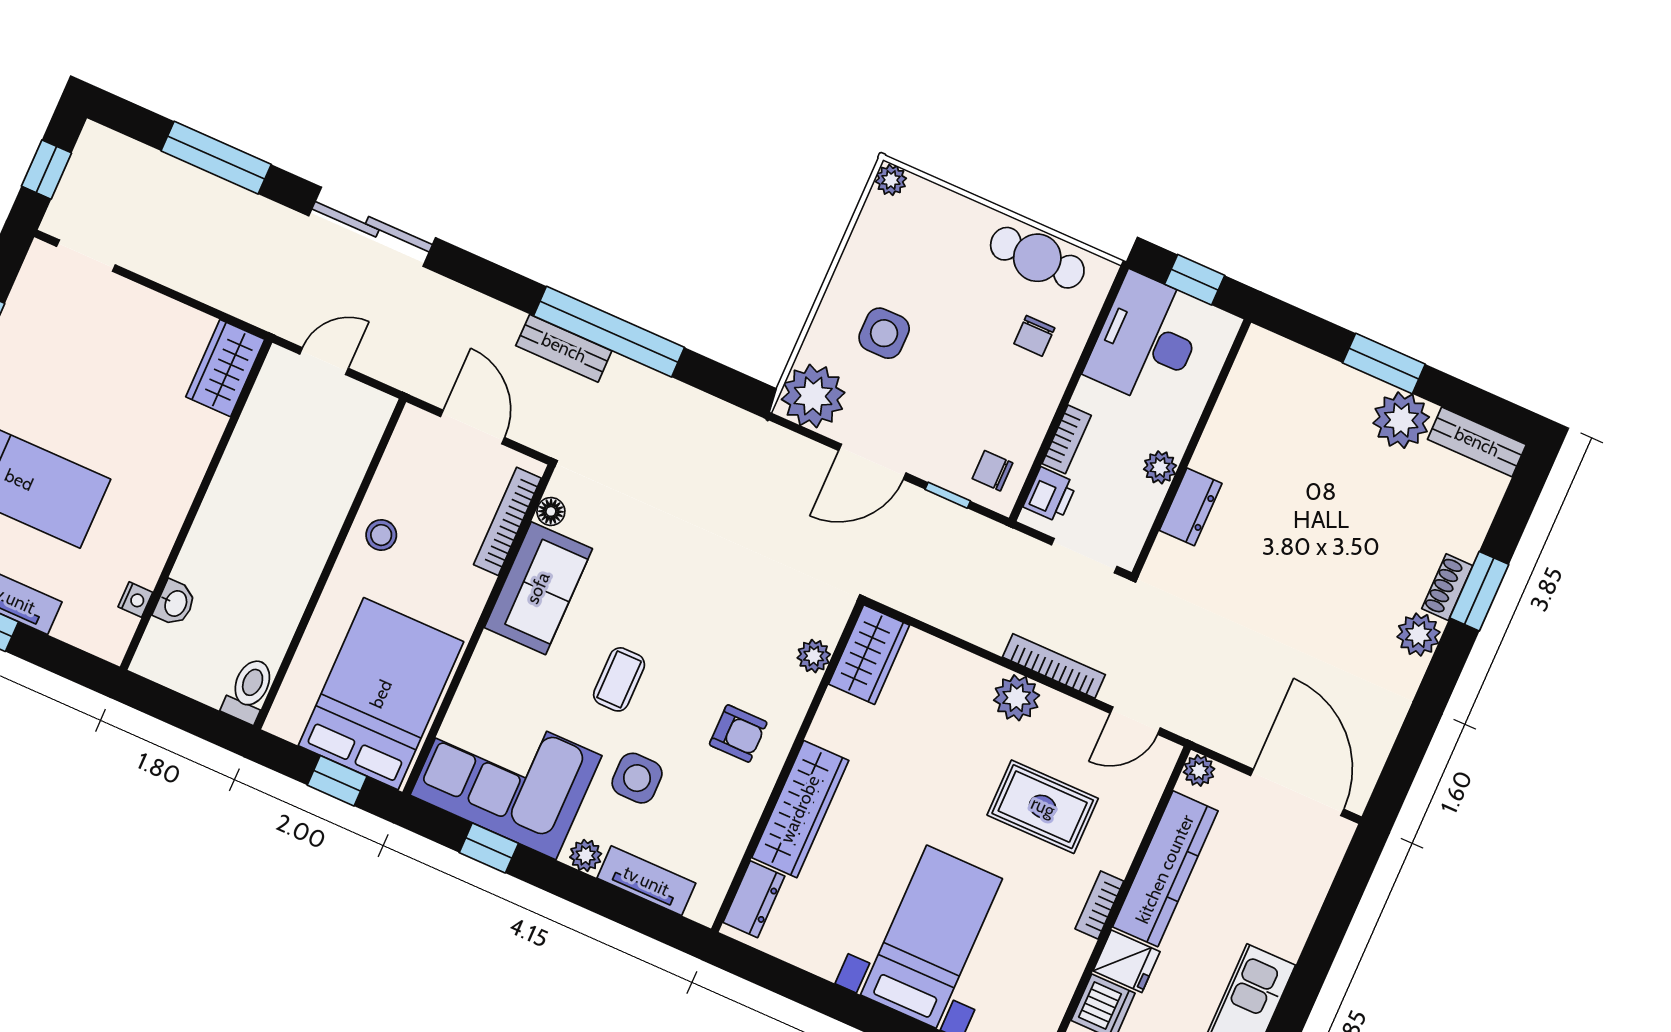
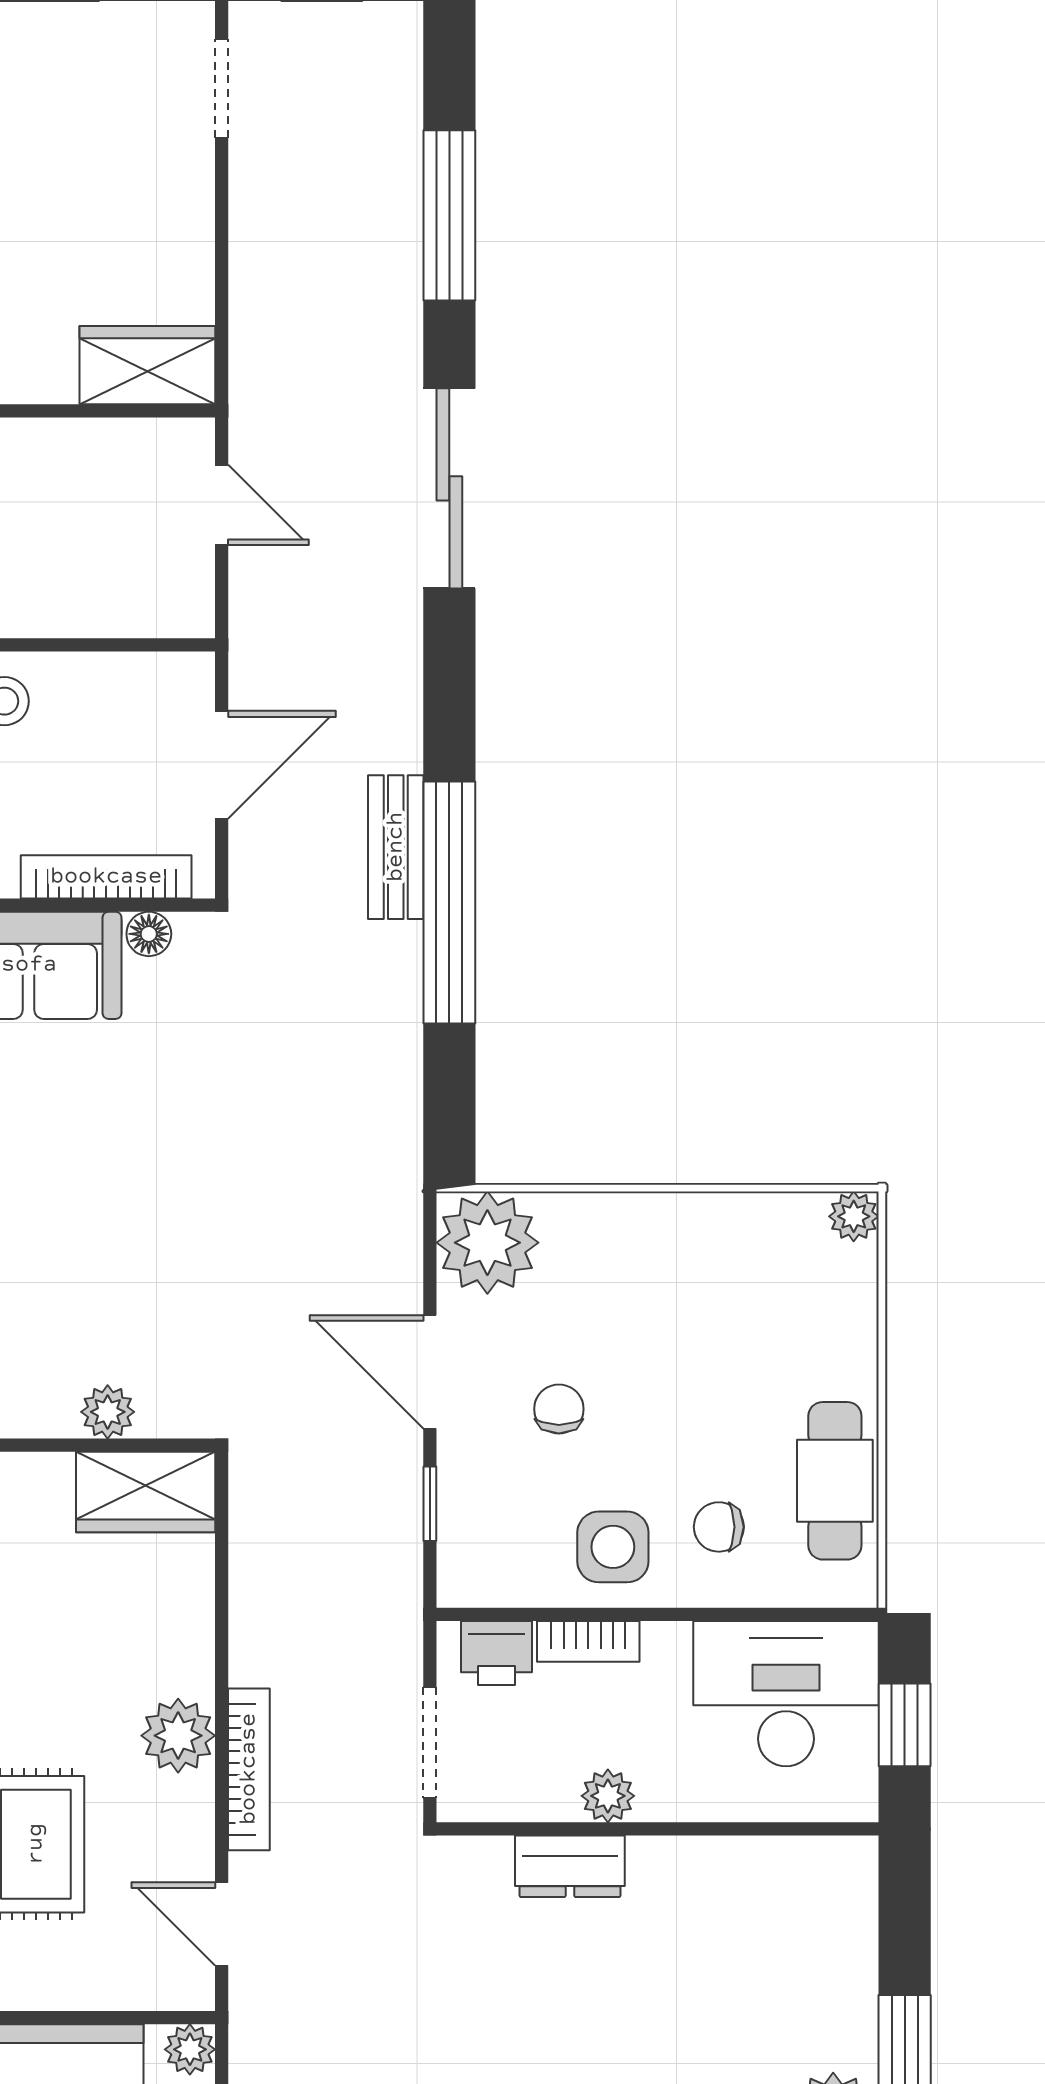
side table: (884, 333) -> (613, 1547), moved
chair: (992, 471) -> (559, 1409), moved

